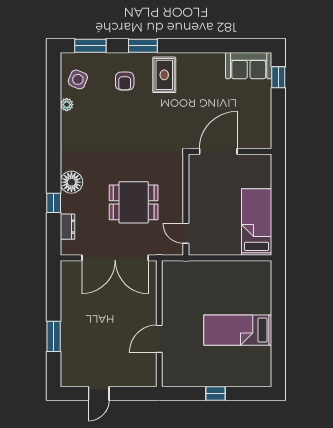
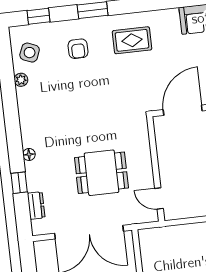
window: (90, 46) -> (38, 16), width x0.67
rug: (164, 75) -> (132, 40), moved, turned 90
floor lamp: (71, 182) -> (29, 154), width x0.53, depth x0.53

